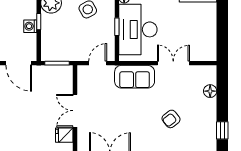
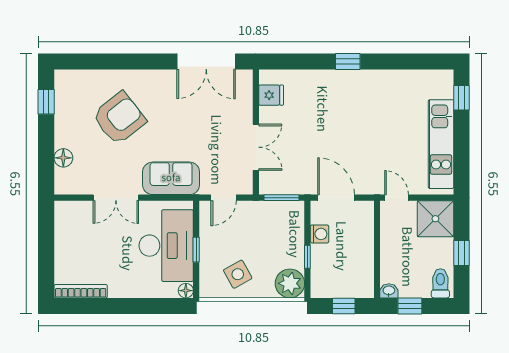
washing machine: (30, 26) -> (320, 234), moved
double door: (75, 111) -> (256, 147), moved
armchair: (171, 119) -> (119, 118), width x1.88, depth x1.88

